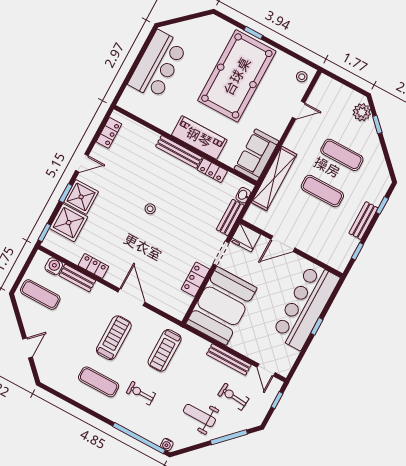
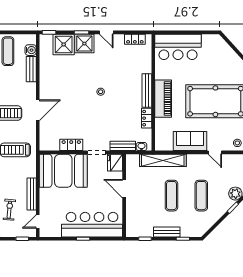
bar counter: (158, 65) -> (178, 47), moved
sofa: (256, 155) -> (190, 141), moved
locker: (93, 266) -> (45, 75), removed

